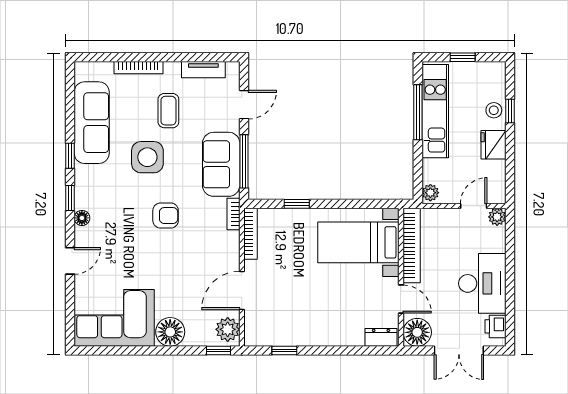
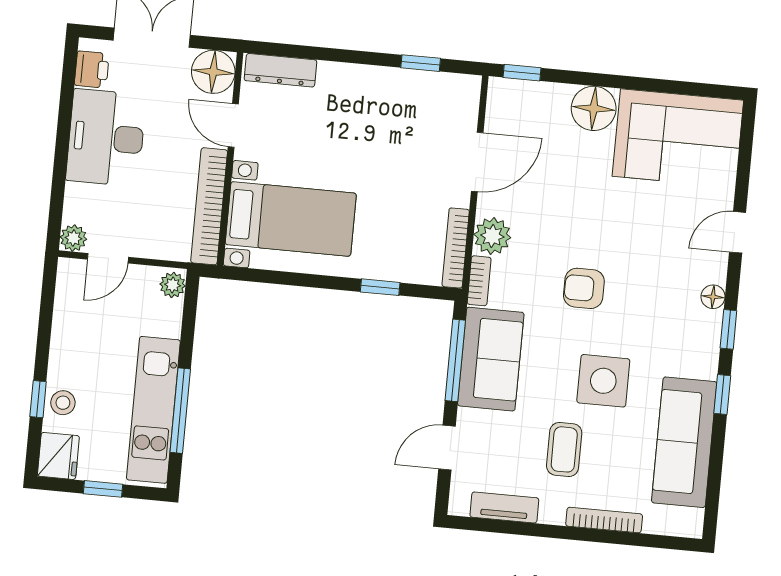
fridge: (494, 145) -> (58, 456), moved
plant: (228, 329) -> (492, 236), moved
dresser: (381, 337) -> (280, 70), width x1.44

